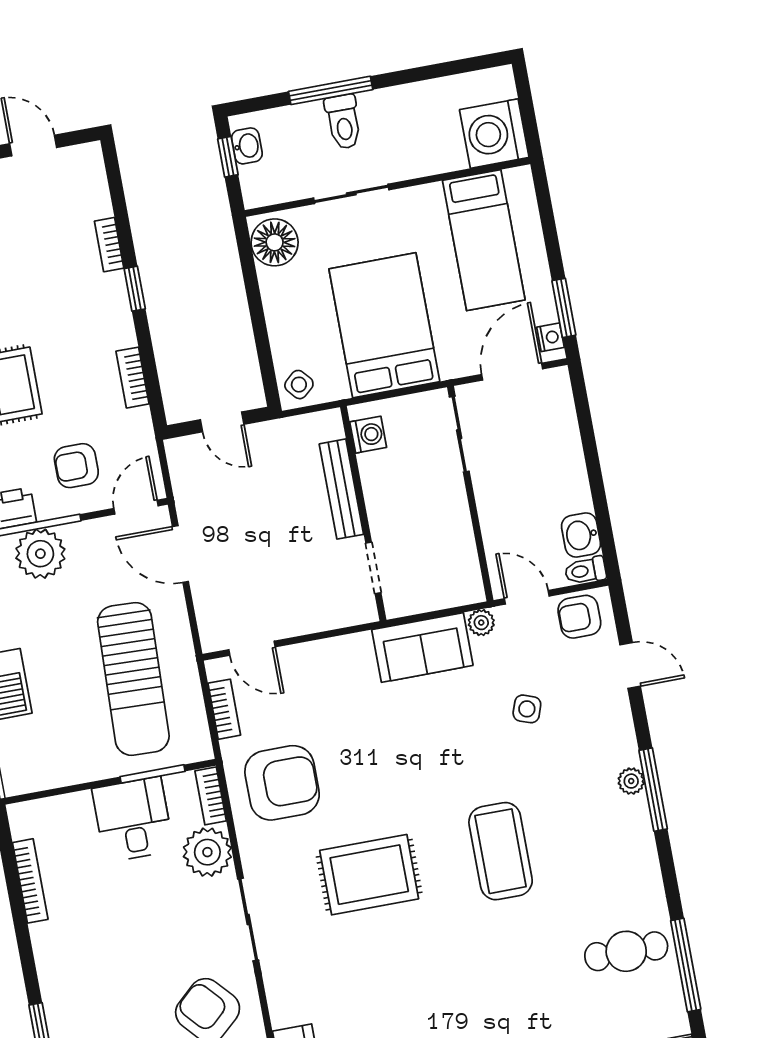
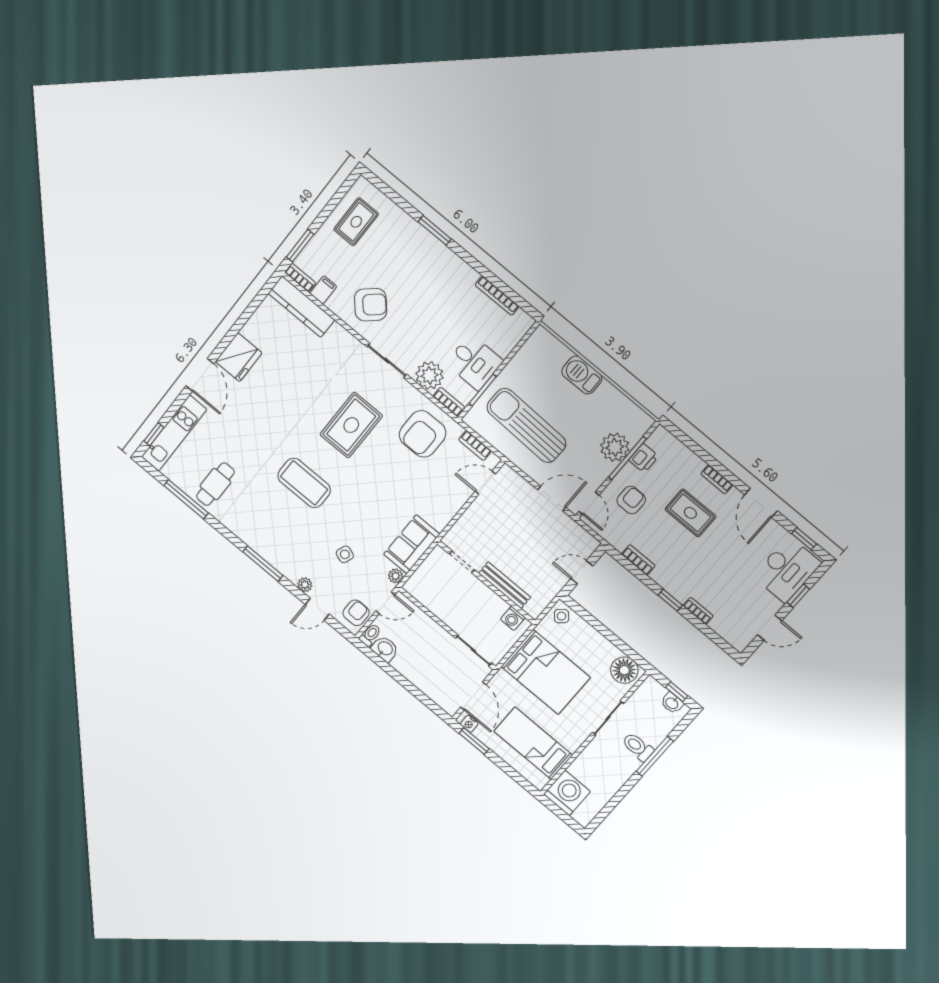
plant: (631, 781) -> (305, 585), moved

